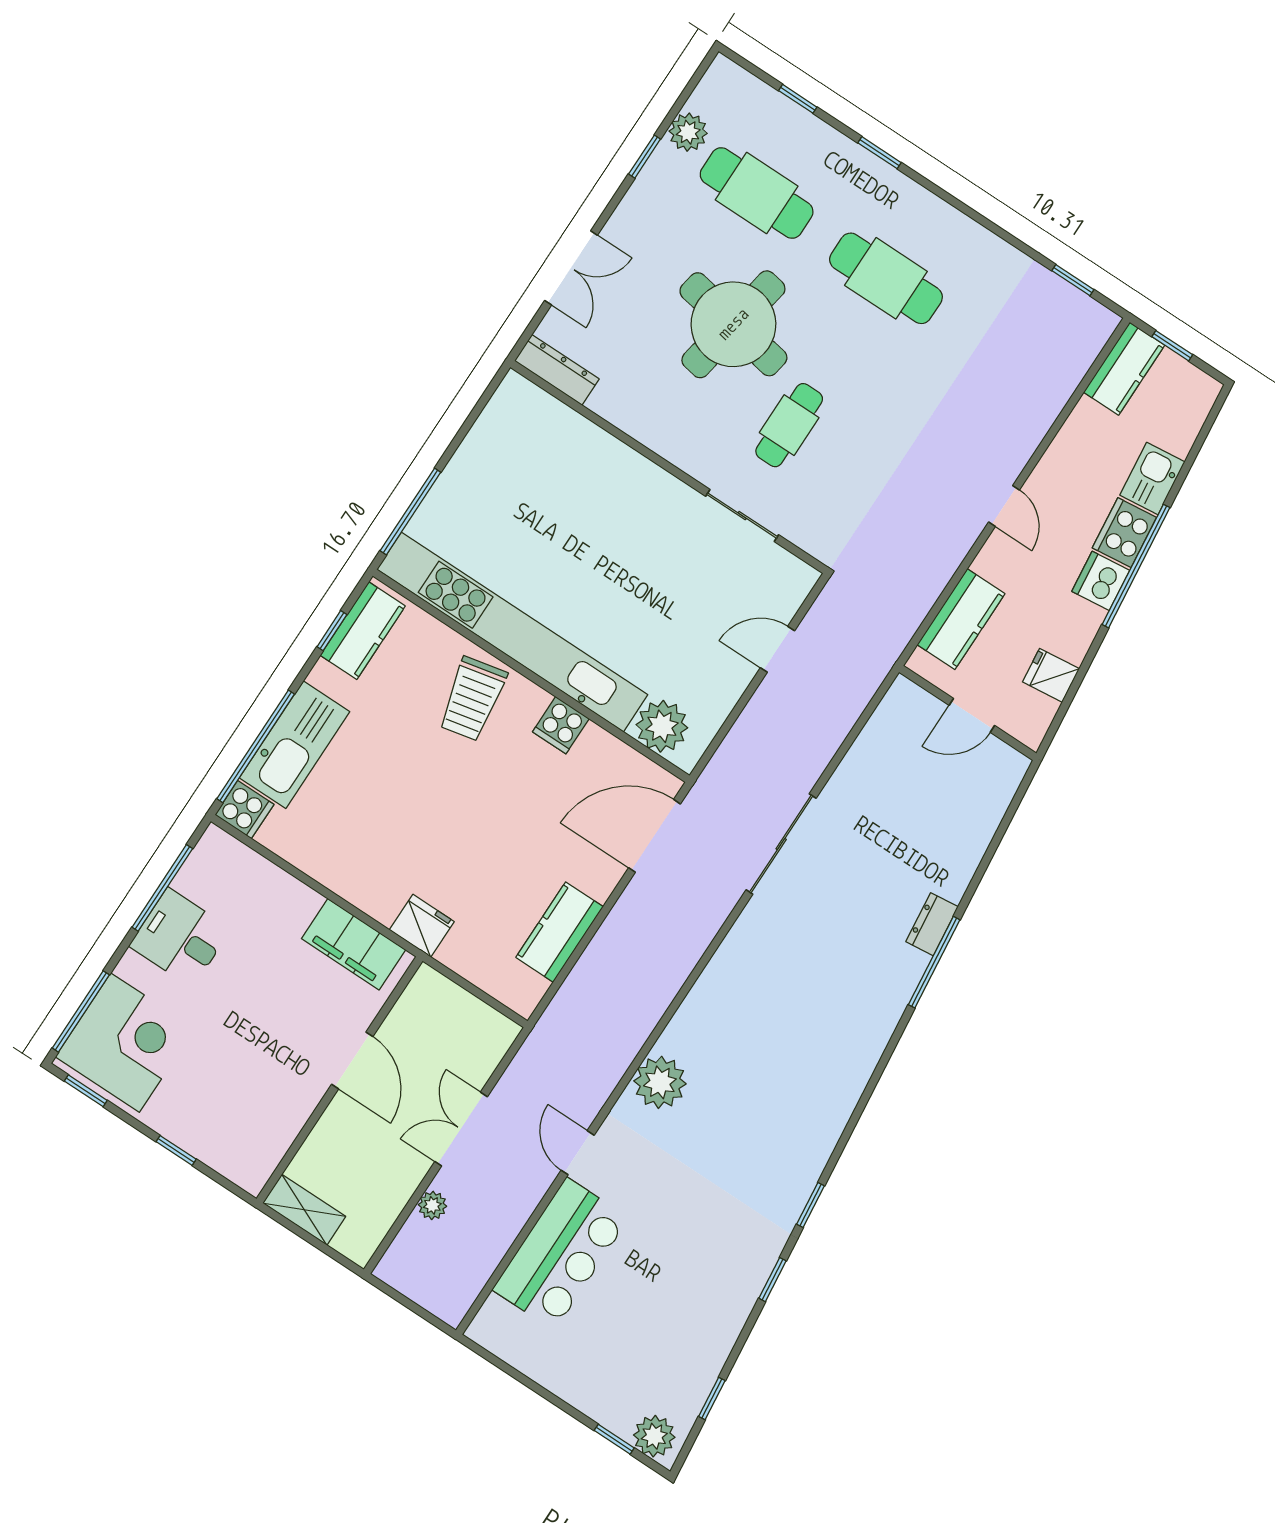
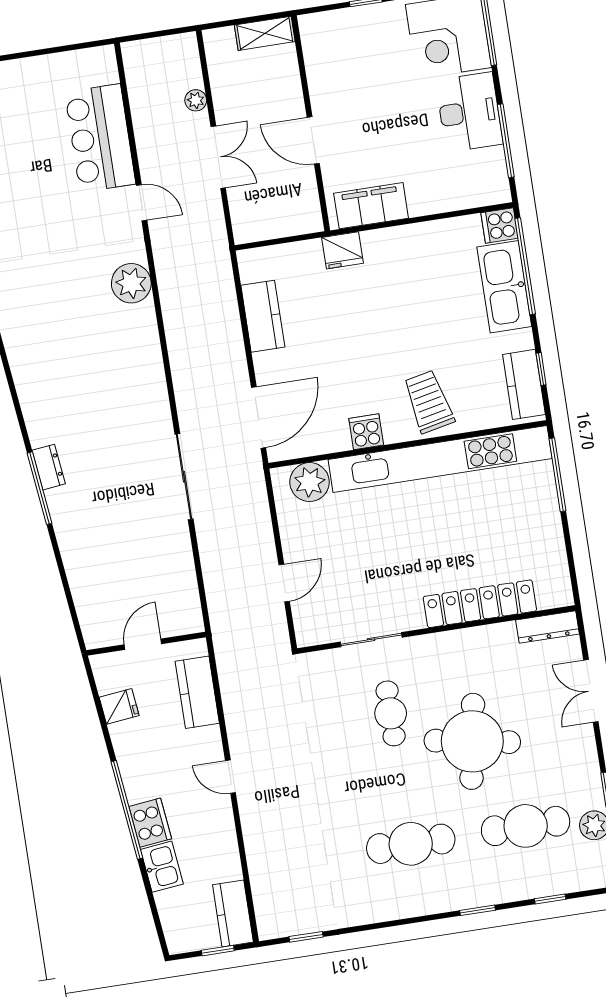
locker: (603, 453) -> (480, 604), added
dishwasher: (1101, 581) -> (139, 784), removed
dresser: (932, 924) -> (49, 467), moved
desk: (180, 938) -> (469, 112), width x1.37

